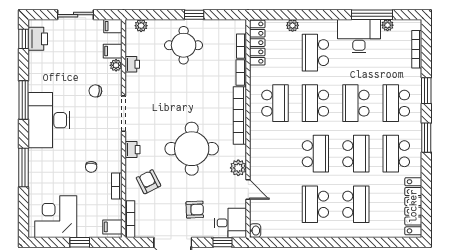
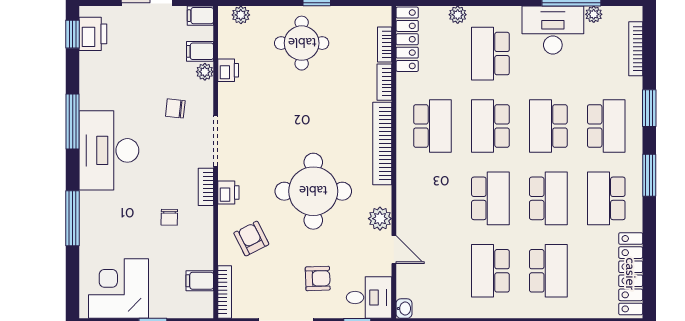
school desk: (396, 103) -> (606, 126), turned 180
bookcase: (117, 186) -> (206, 187), moved
filing cabinet: (112, 227) -> (200, 281), moved

